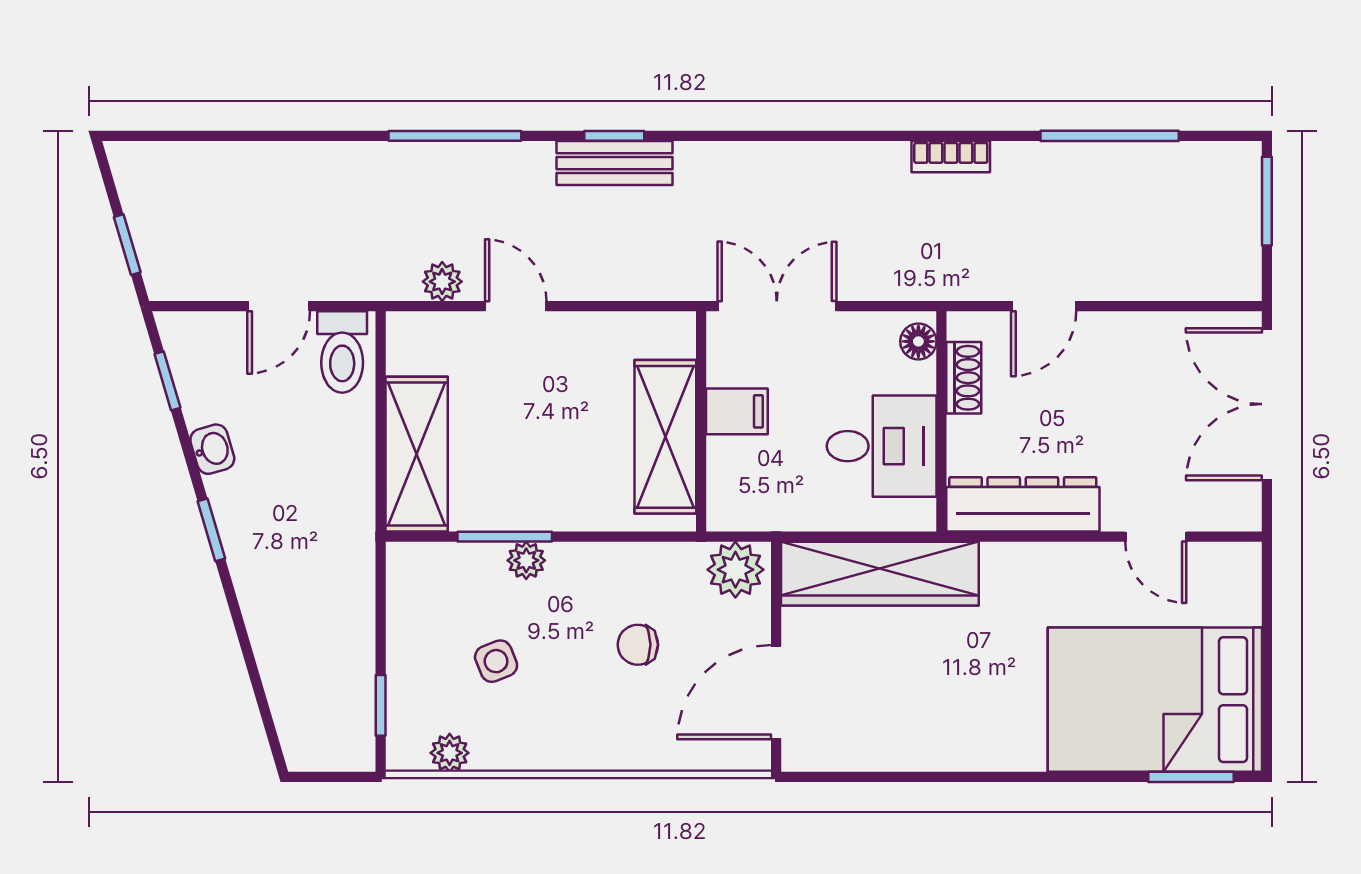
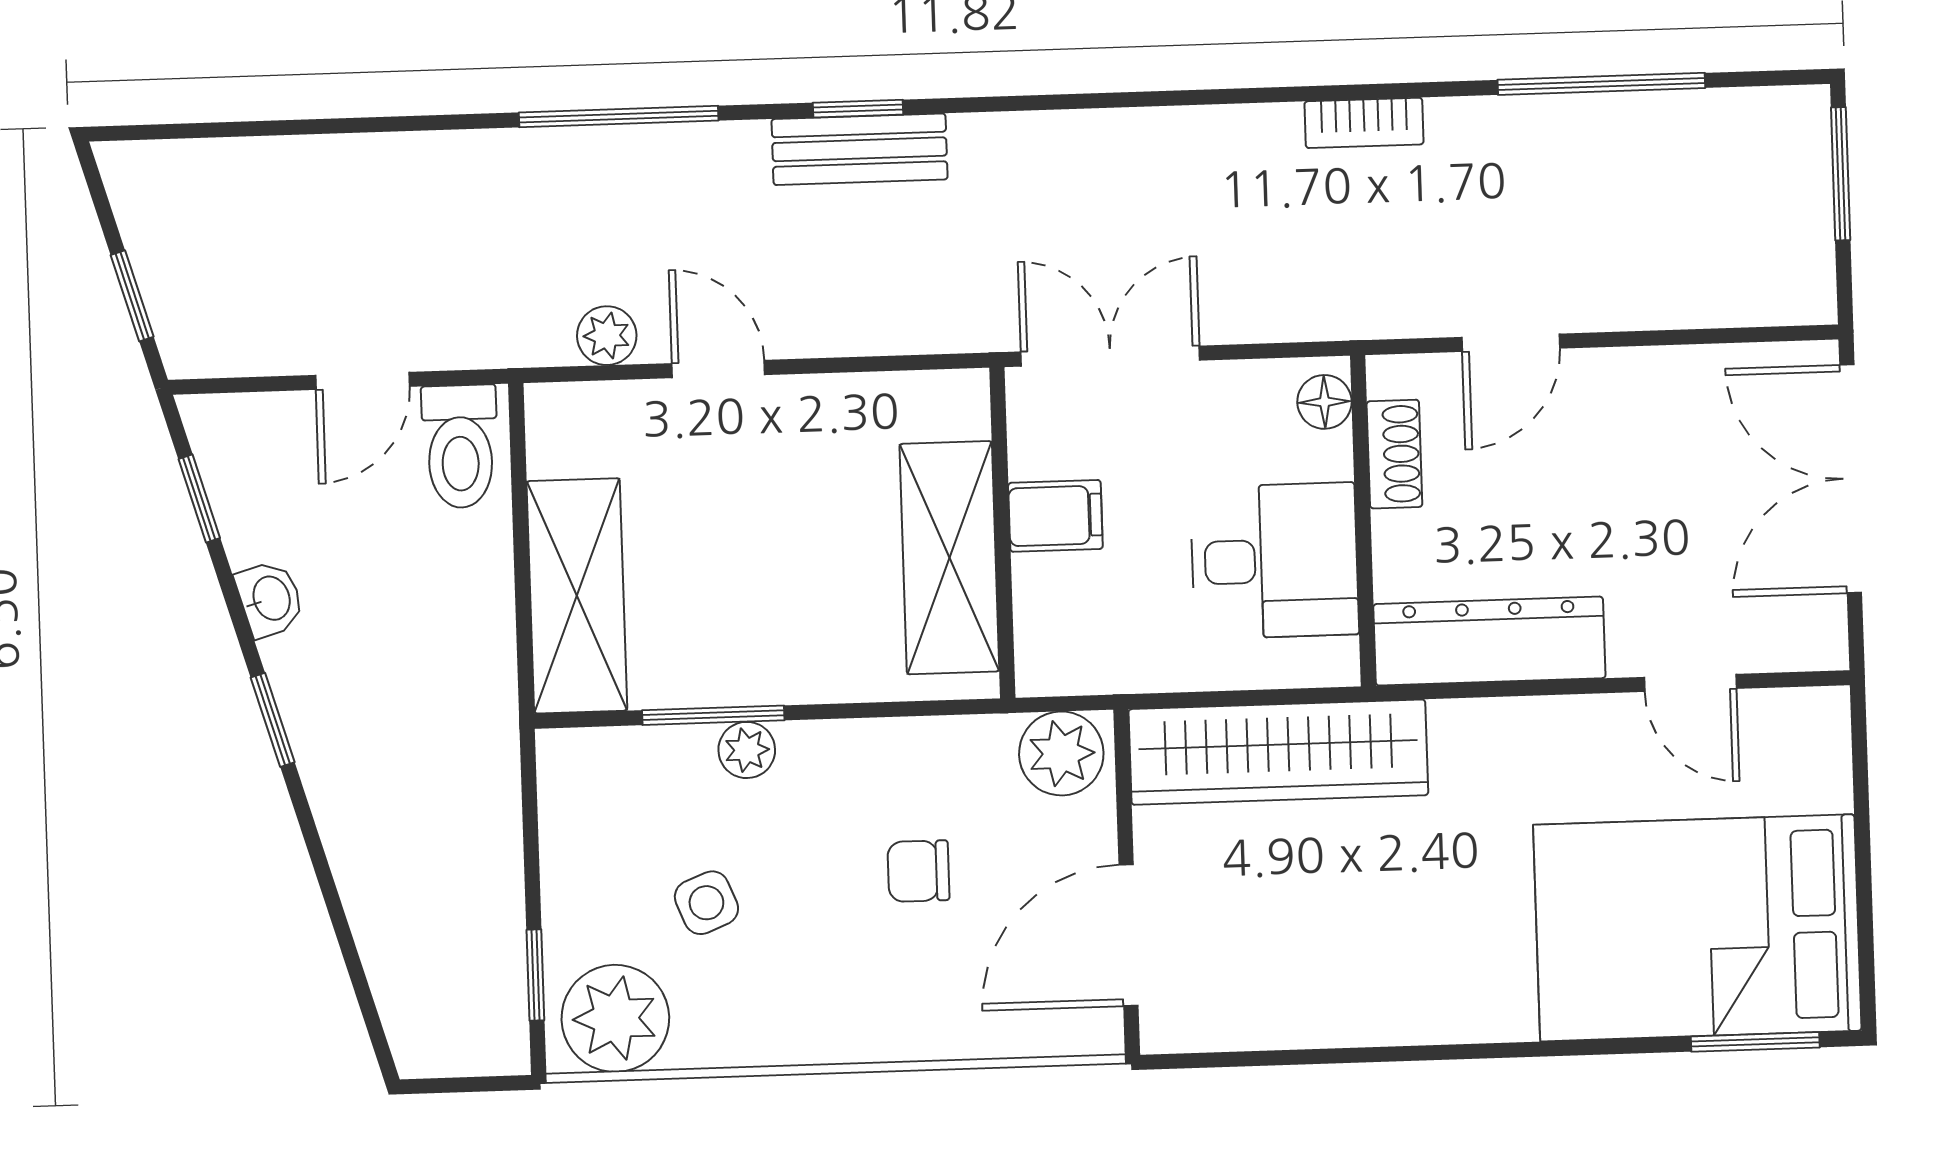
plant: (450, 753) -> (615, 1018), width x1.87, depth x1.87

